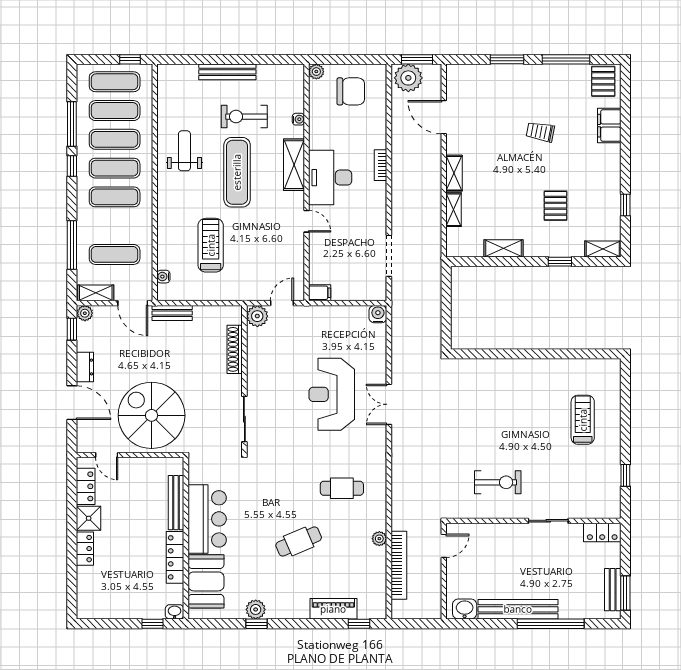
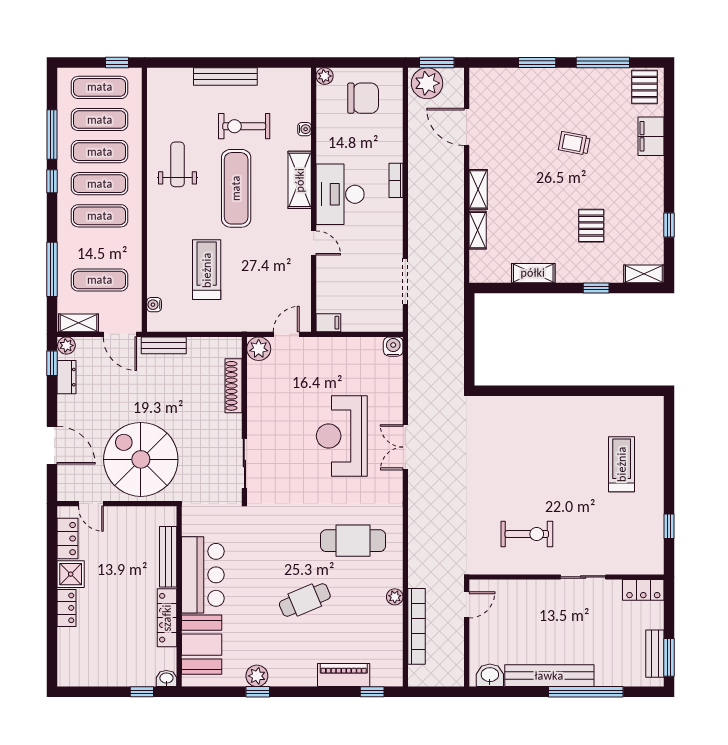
dresser: (85, 367) -> (67, 377), moved
cafe table: (342, 488) -> (353, 541), width x1.37, depth x1.35

